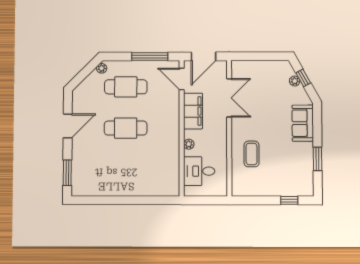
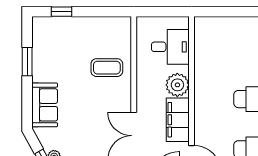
plant: (189, 144) -> (177, 85), width x1.88, depth x1.88
coffee table: (252, 154) -> (107, 68), turned 90

